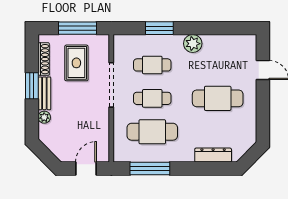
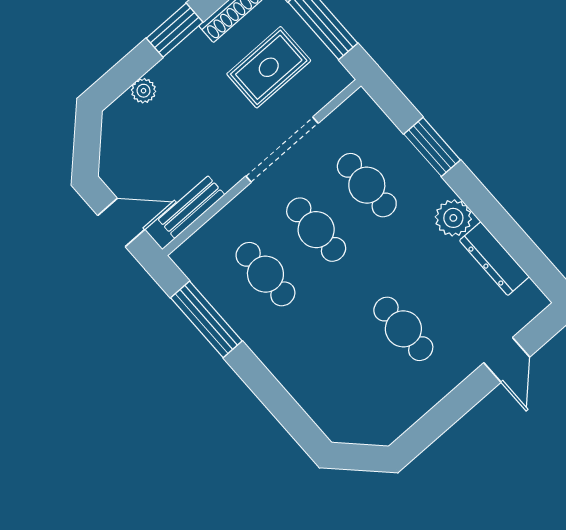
bench: (44, 93) -> (191, 207), moved
cafe table: (218, 98) -> (403, 329), width x0.73, depth x0.74
cafe table: (152, 132) -> (265, 274), width x0.73, depth x0.74
dresser: (213, 155) -> (494, 259), moved, turned 180

